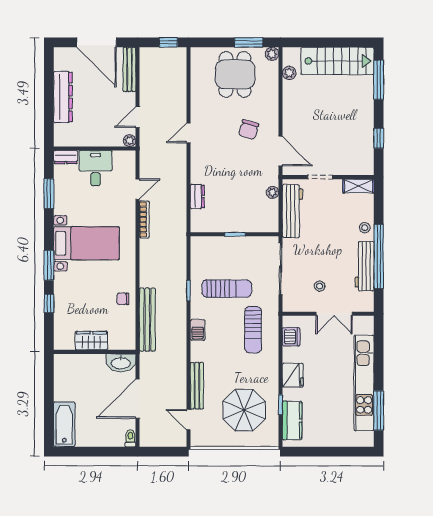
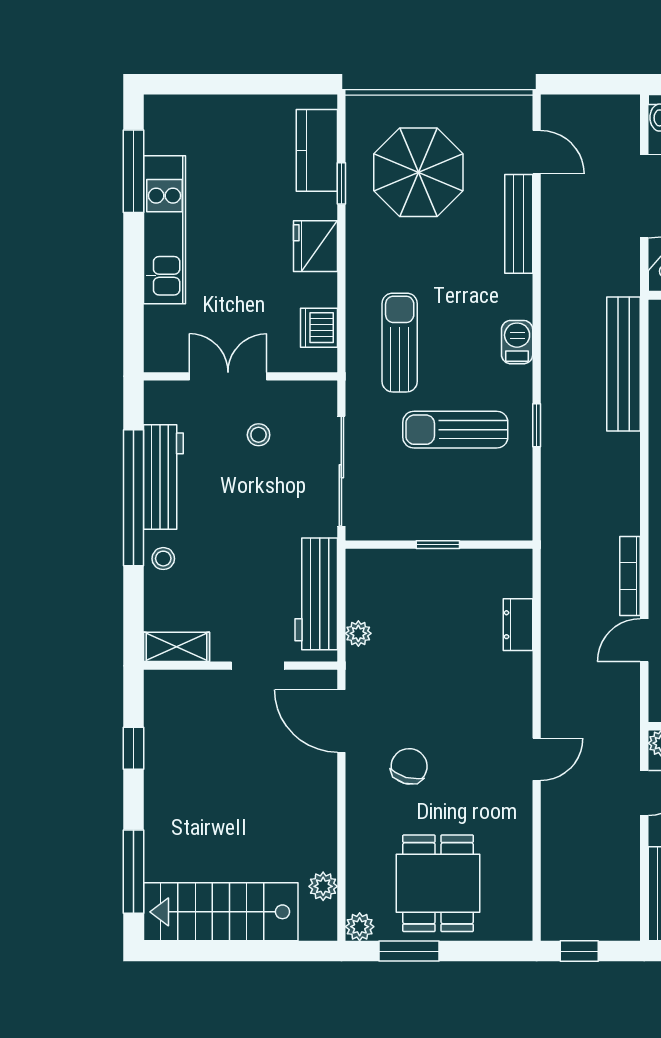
kitchen unit: (364, 383) -> (165, 230), width x0.73

